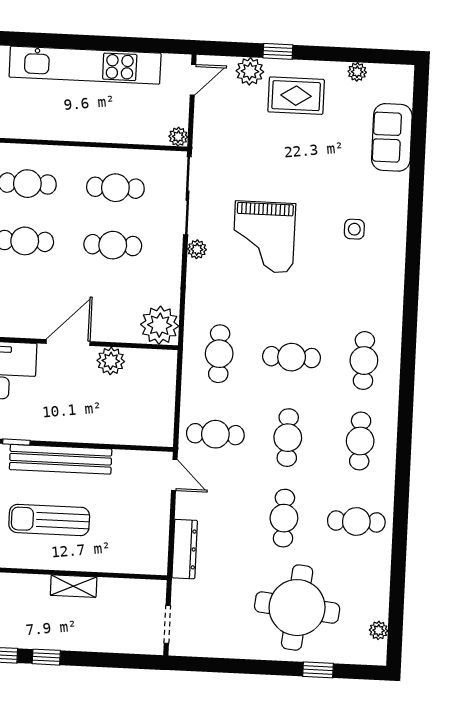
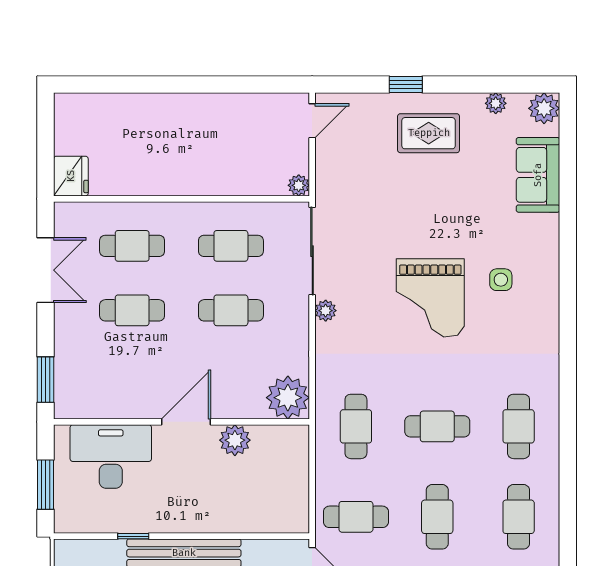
kitchen unit: (85, 65) -> (190, 110), removed
plant: (250, 71) -> (544, 108), moved
grand piano: (264, 237) -> (430, 298), moved

